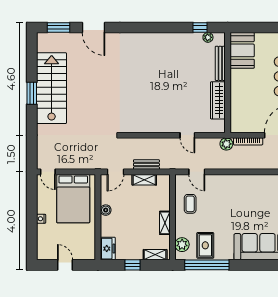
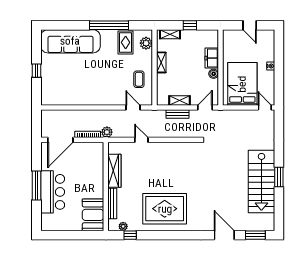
rug: (161, 57) -> (165, 209), added
freezer: (108, 249) -> (212, 58), moved
window: (207, 265) -> (109, 25), moved

